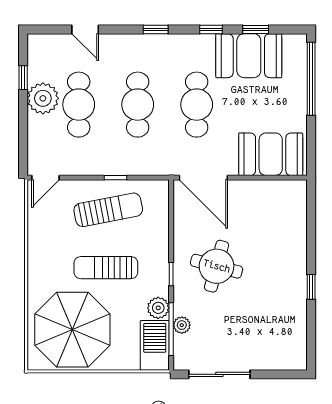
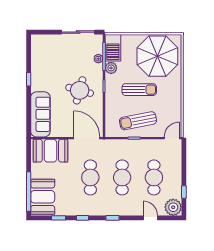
booth: (249, 56) -> (43, 197), moved, turned 90
plant: (43, 98) -> (173, 207), moved
sofa: (289, 222) -> (40, 114), added

